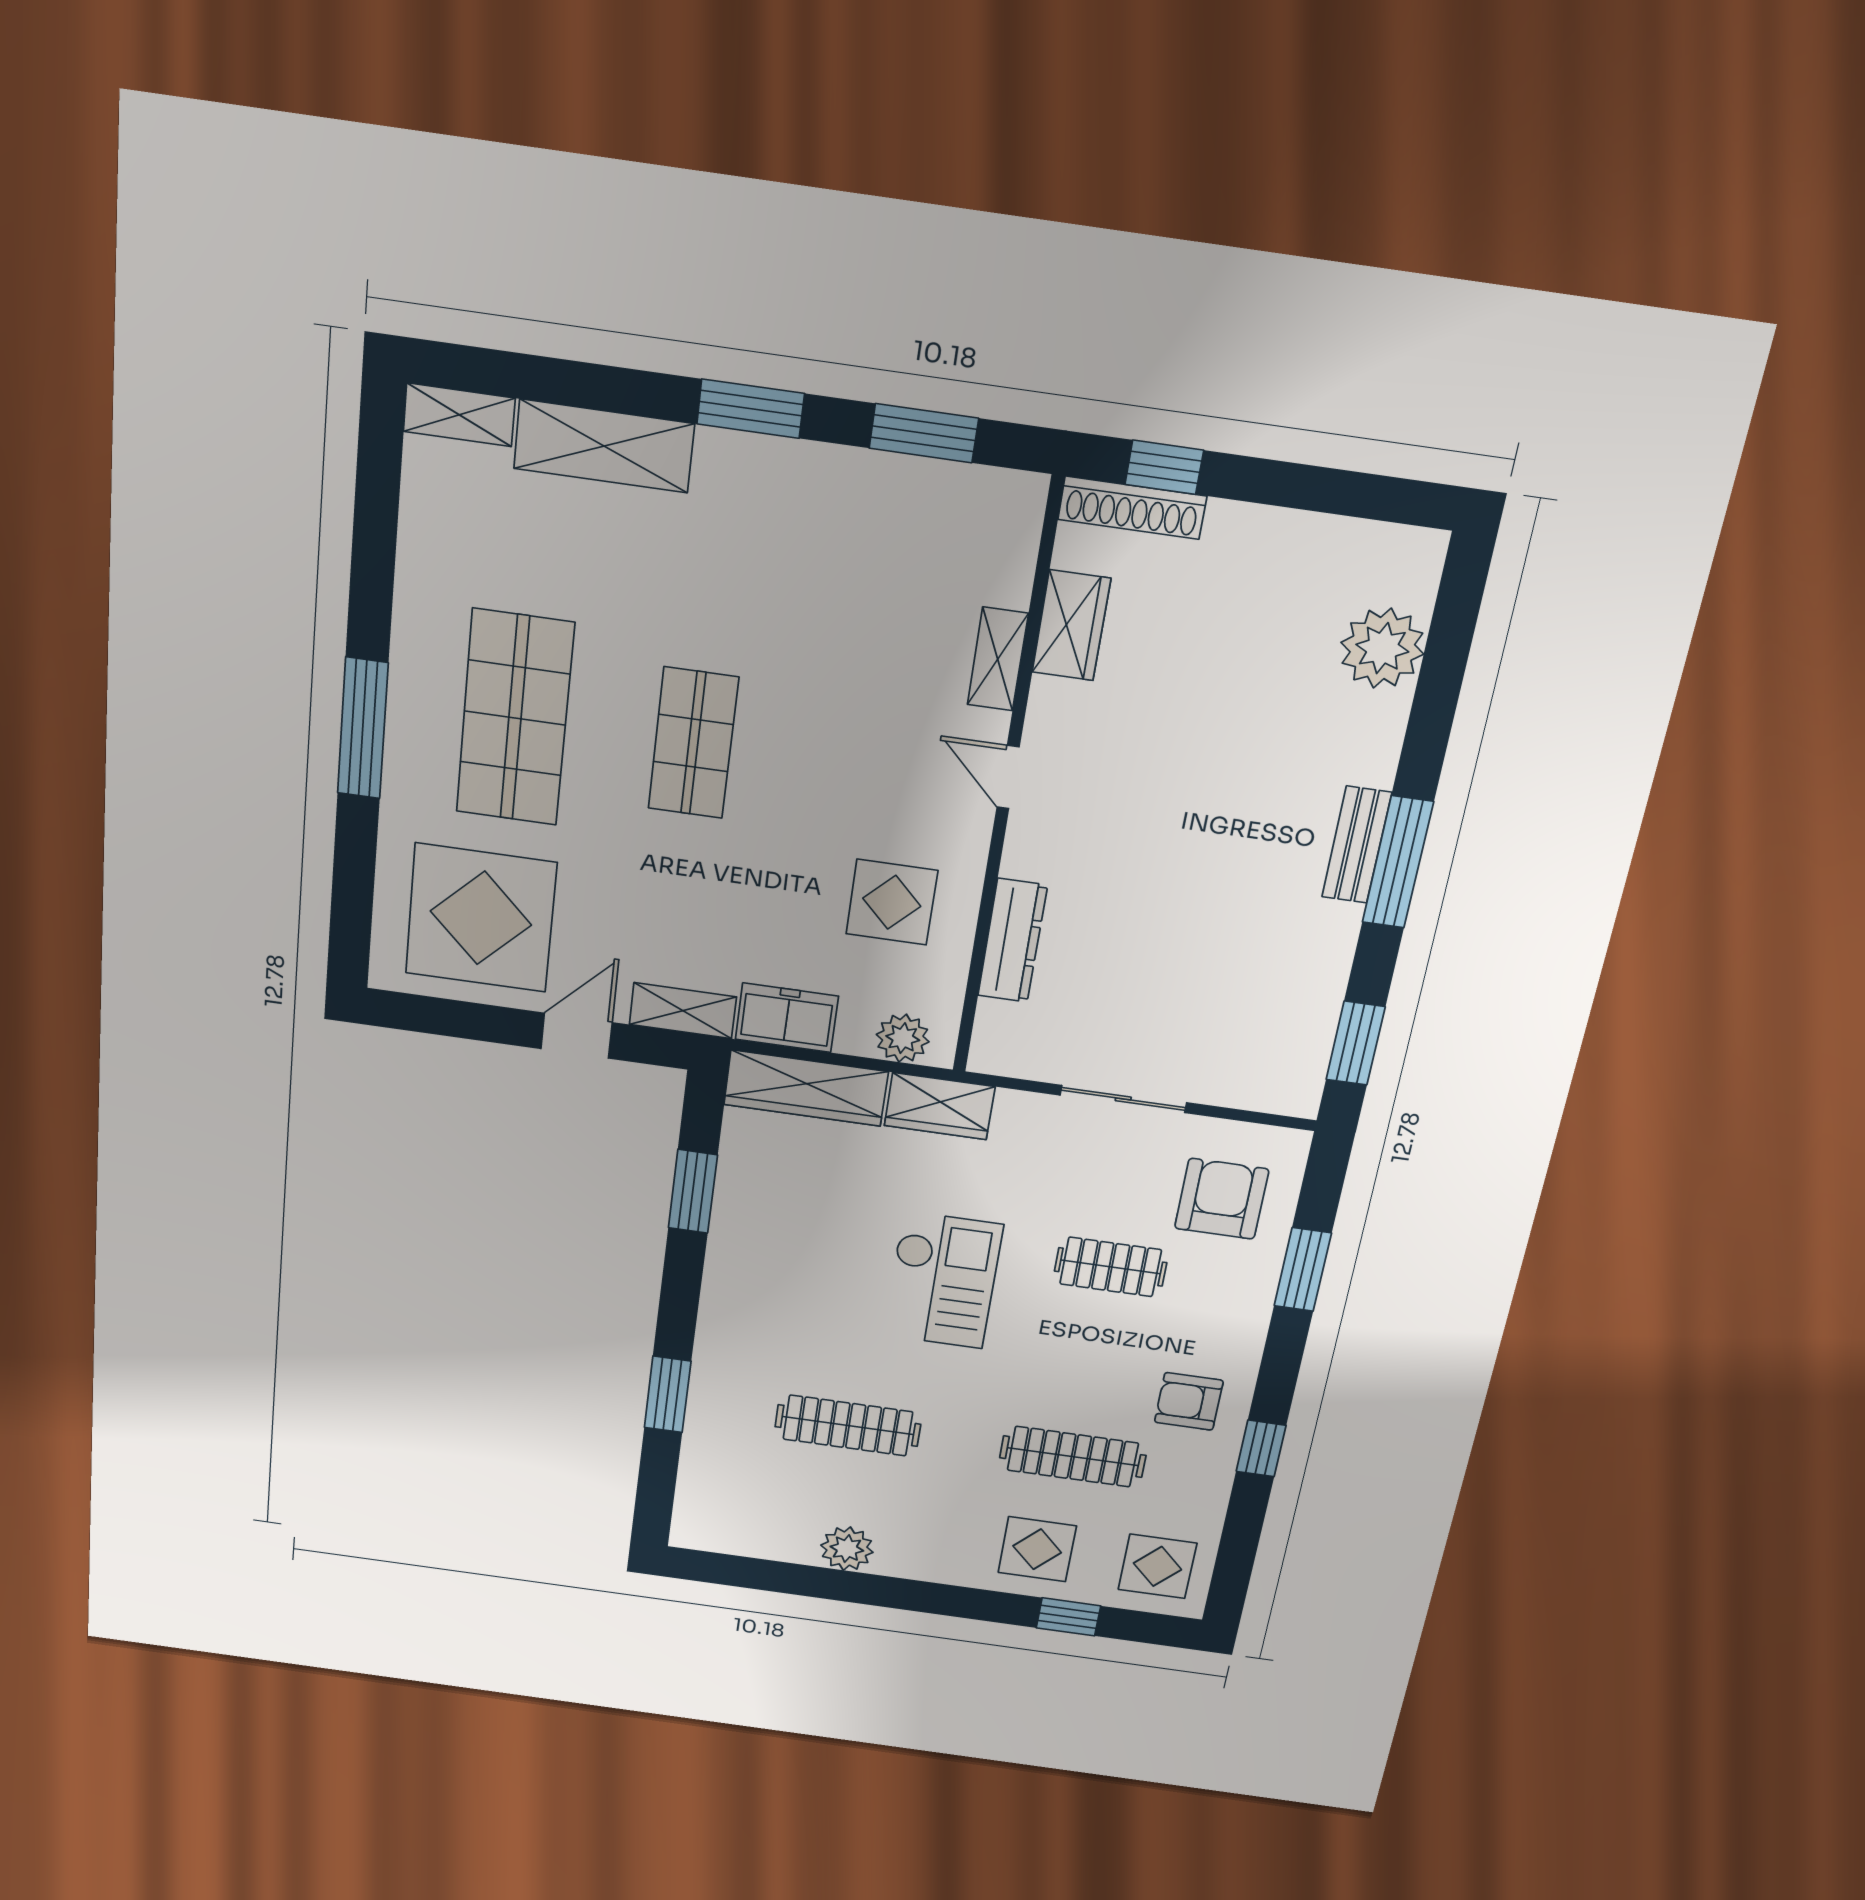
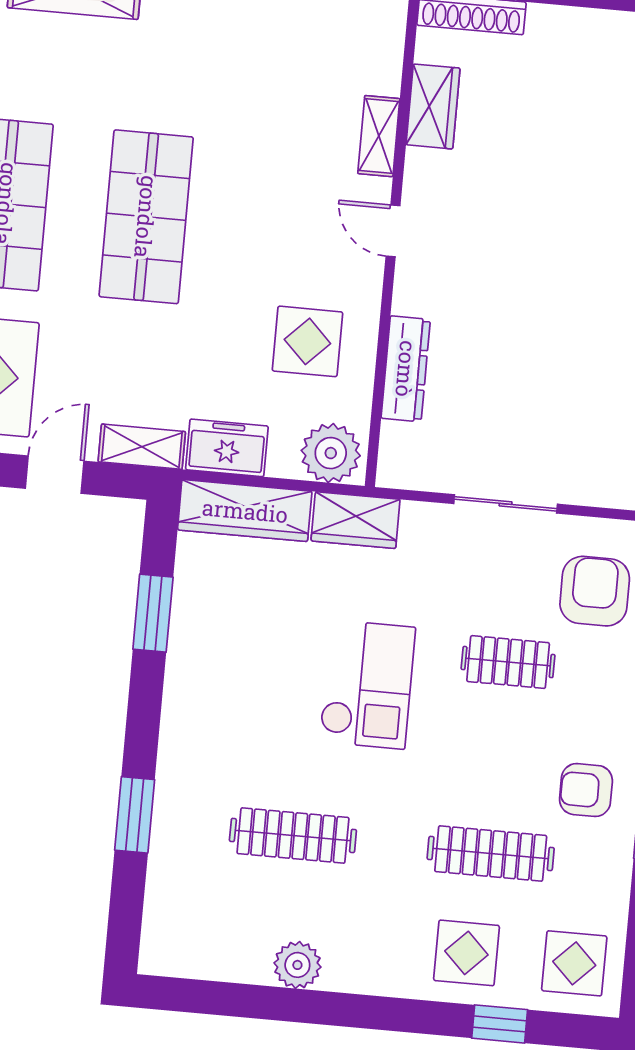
shop shelf: (693, 743) -> (146, 217), width x1.43, depth x1.36
plant: (903, 1038) -> (331, 453), width x1.36, depth x1.36

